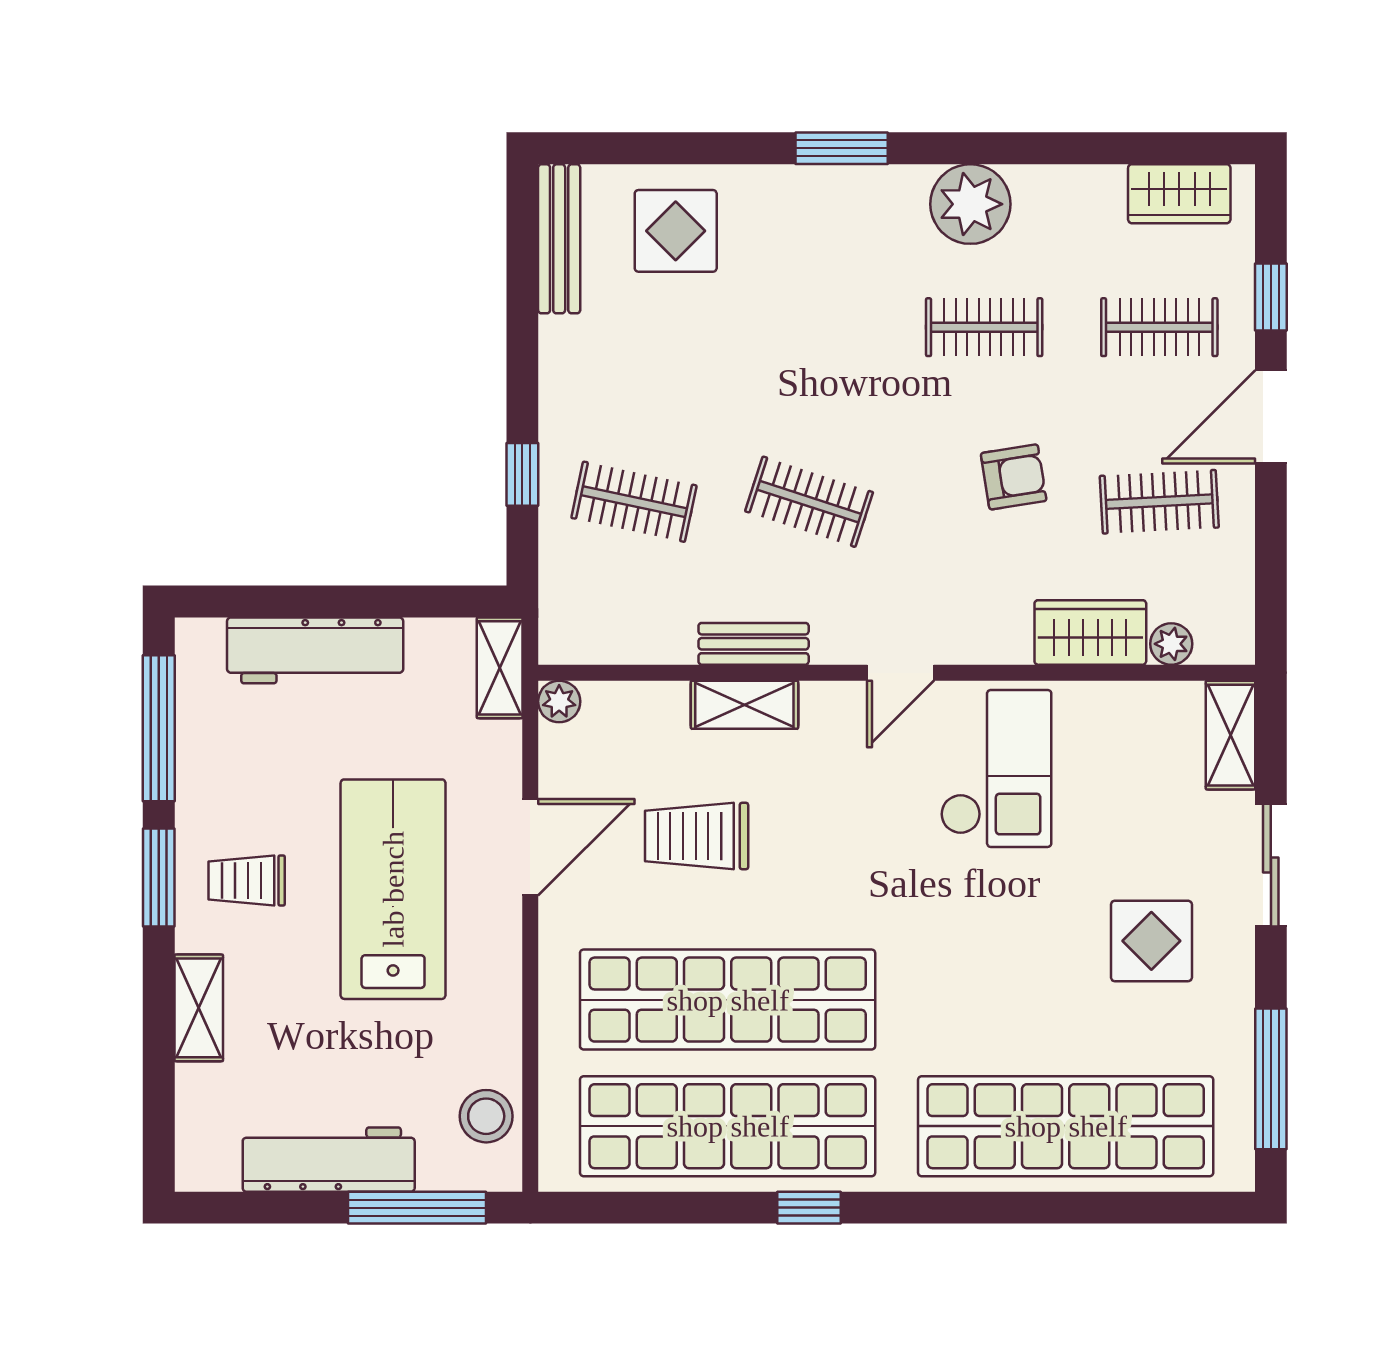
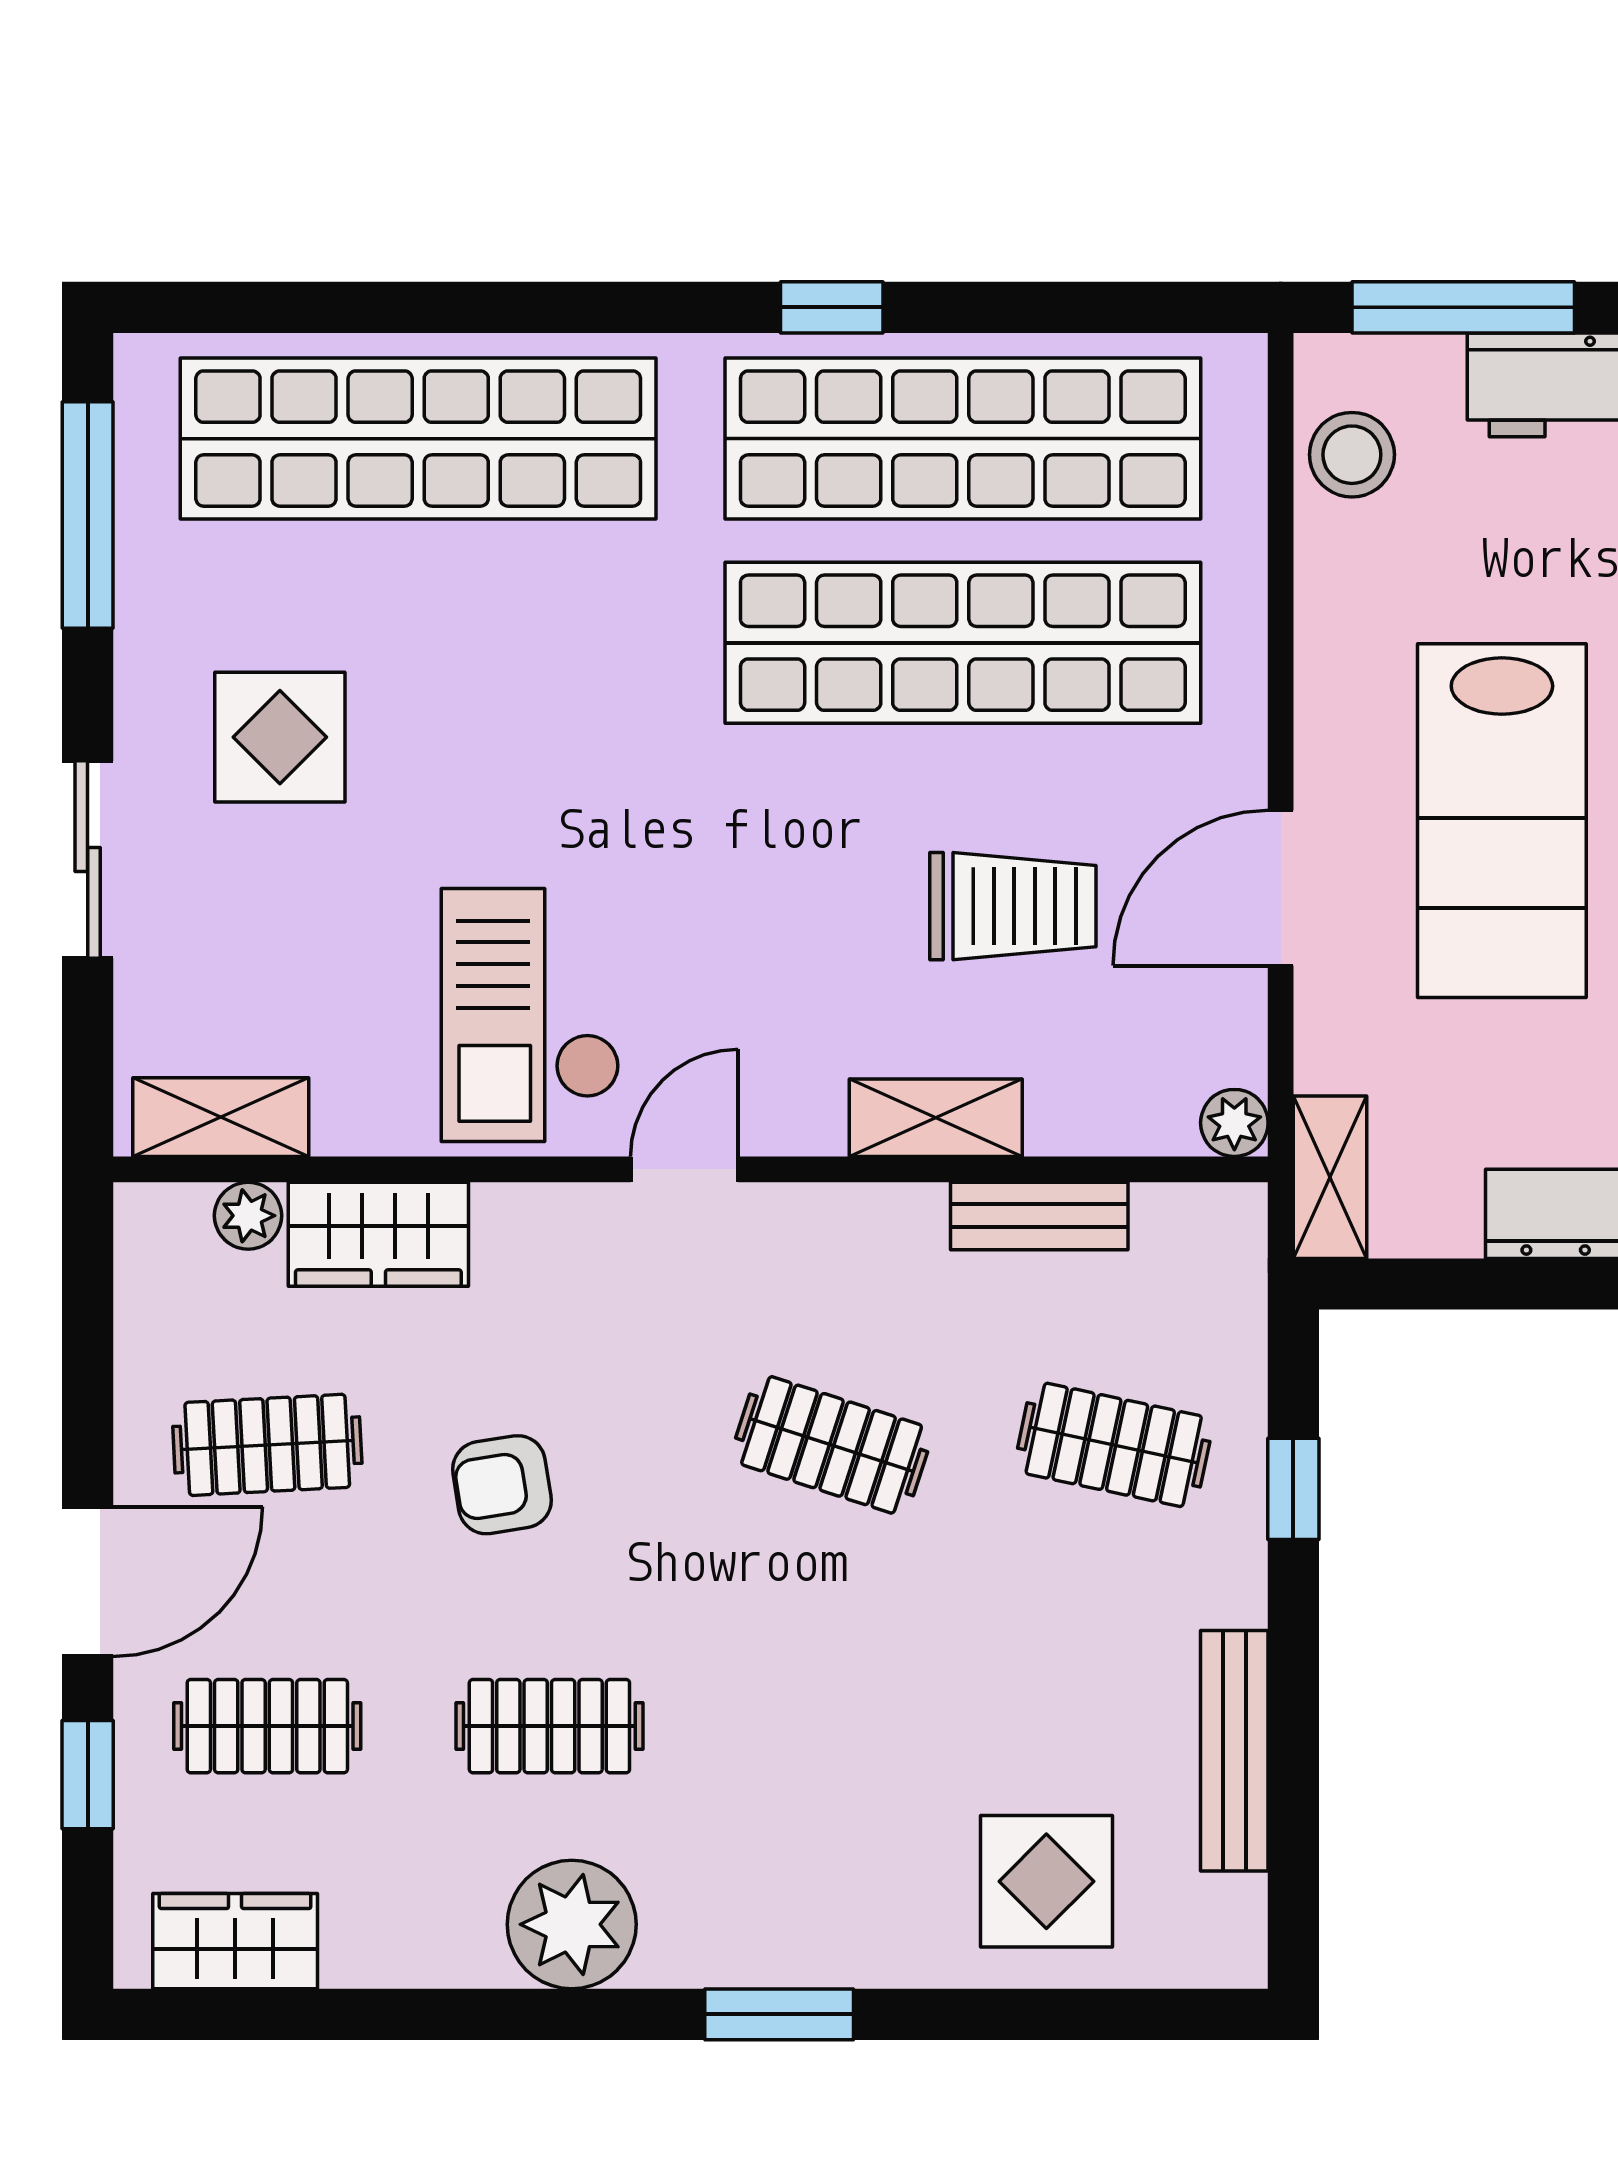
bench: (559, 239) -> (1234, 1751), moved
bench: (754, 644) -> (1039, 1216), moved
shelving: (1230, 735) -> (221, 1117), moved, turned 90

